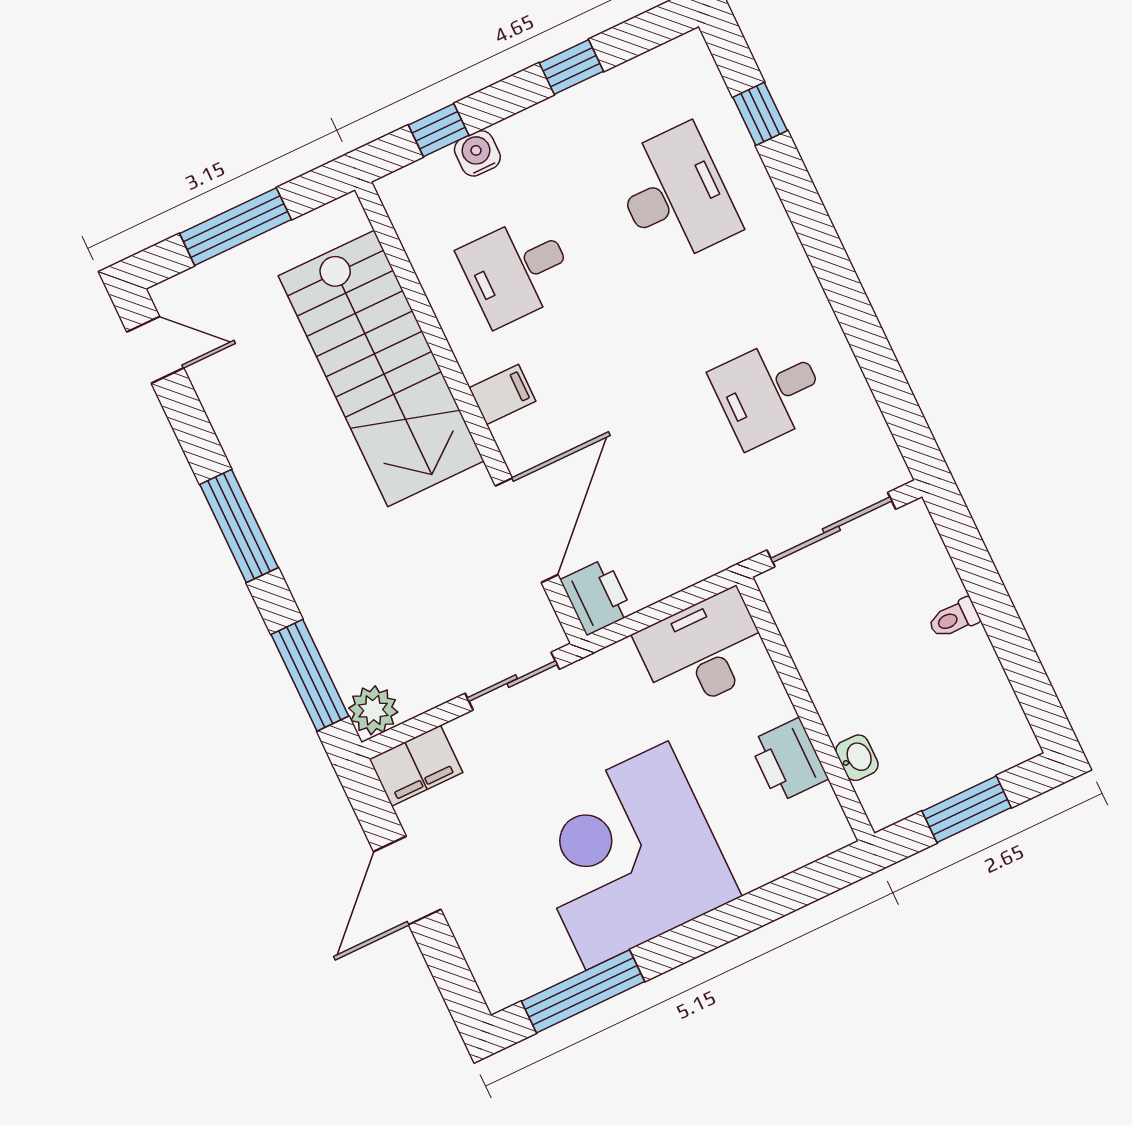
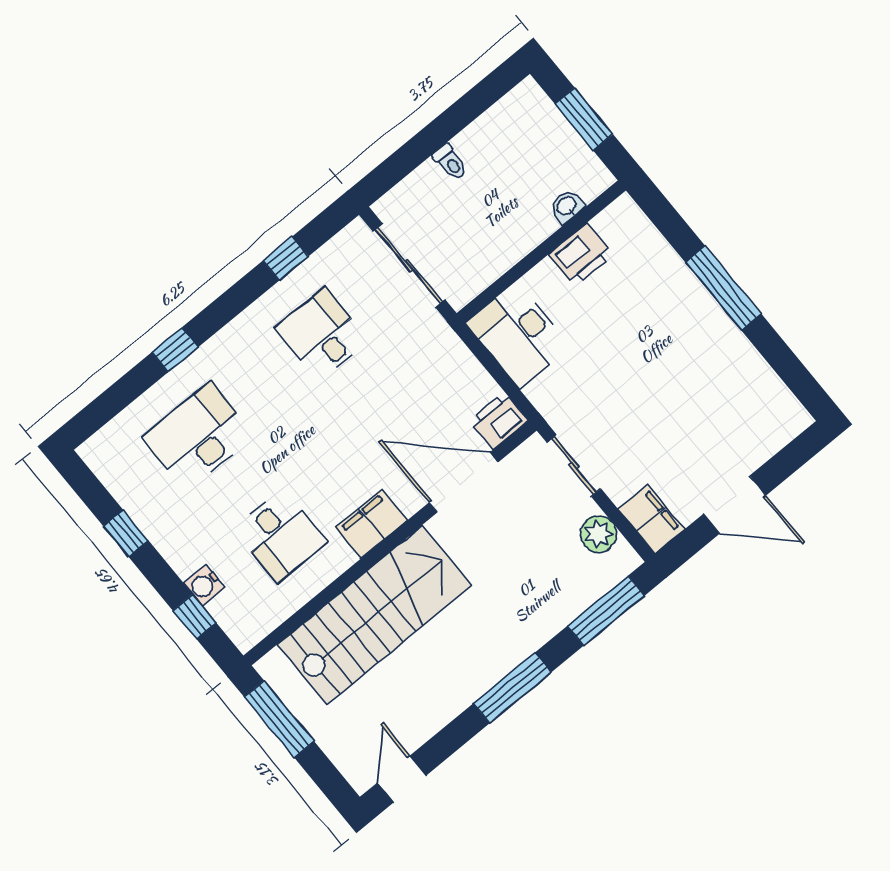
window: (760, 114) -> (175, 350), moved
window: (236, 227) -> (279, 719), moved
window: (881, 369) -> (286, 258), added
desk: (769, 392) -> (322, 335), turned 180
filing cabinet: (502, 395) -> (372, 524), width x2.00
plant: (373, 710) -> (599, 534), moved
corner desk: (627, 856) -> (678, 352), removed
window: (583, 991) -> (723, 288), moved

